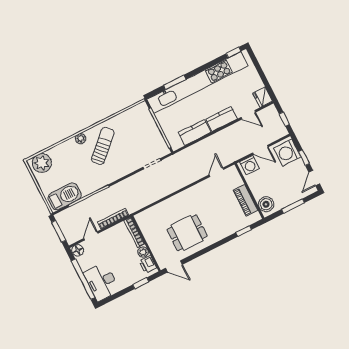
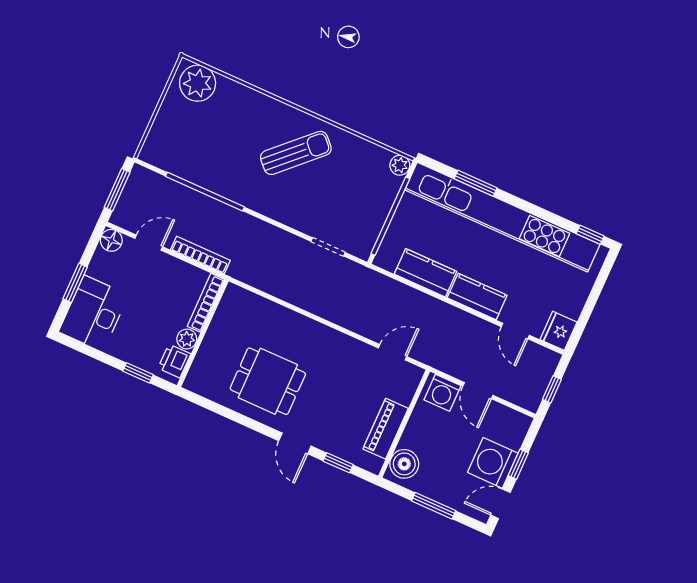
plant: (81, 139) -> (400, 165), moved
washing machine: (287, 153) -> (493, 463), moved
barbecue: (65, 196) -> (176, 157), removed
door: (174, 266) -> (295, 443), moved
window: (83, 279) -> (75, 283), width x0.47

